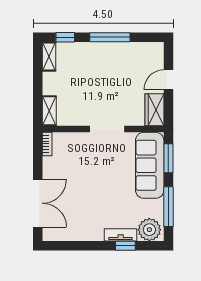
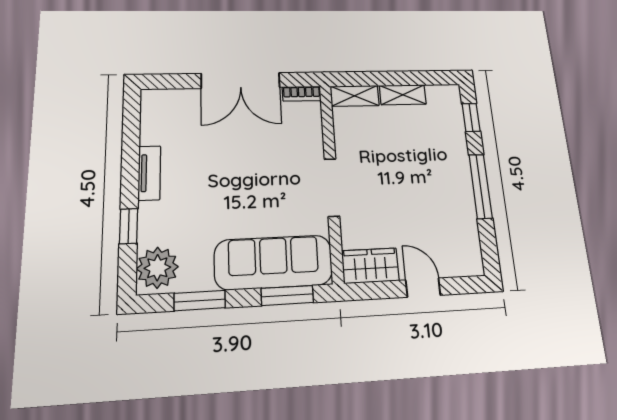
shelving: (49, 56) -> (403, 95), moved
double door: (38, 203) -> (241, 80), moved
window: (168, 207) -> (200, 301), width x0.69
tv unit: (121, 235) -> (149, 173), moved

